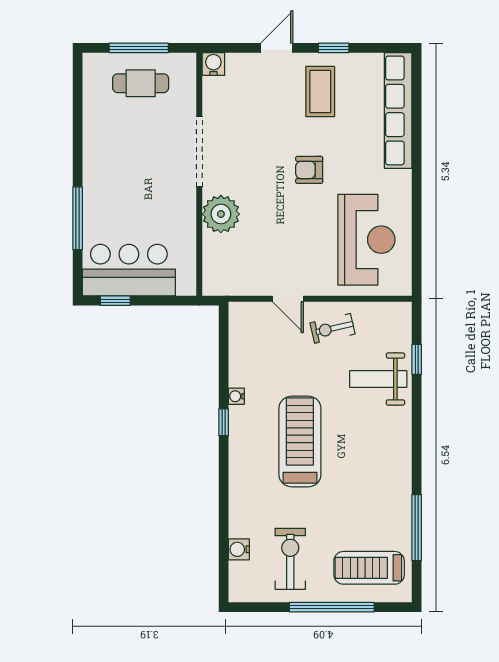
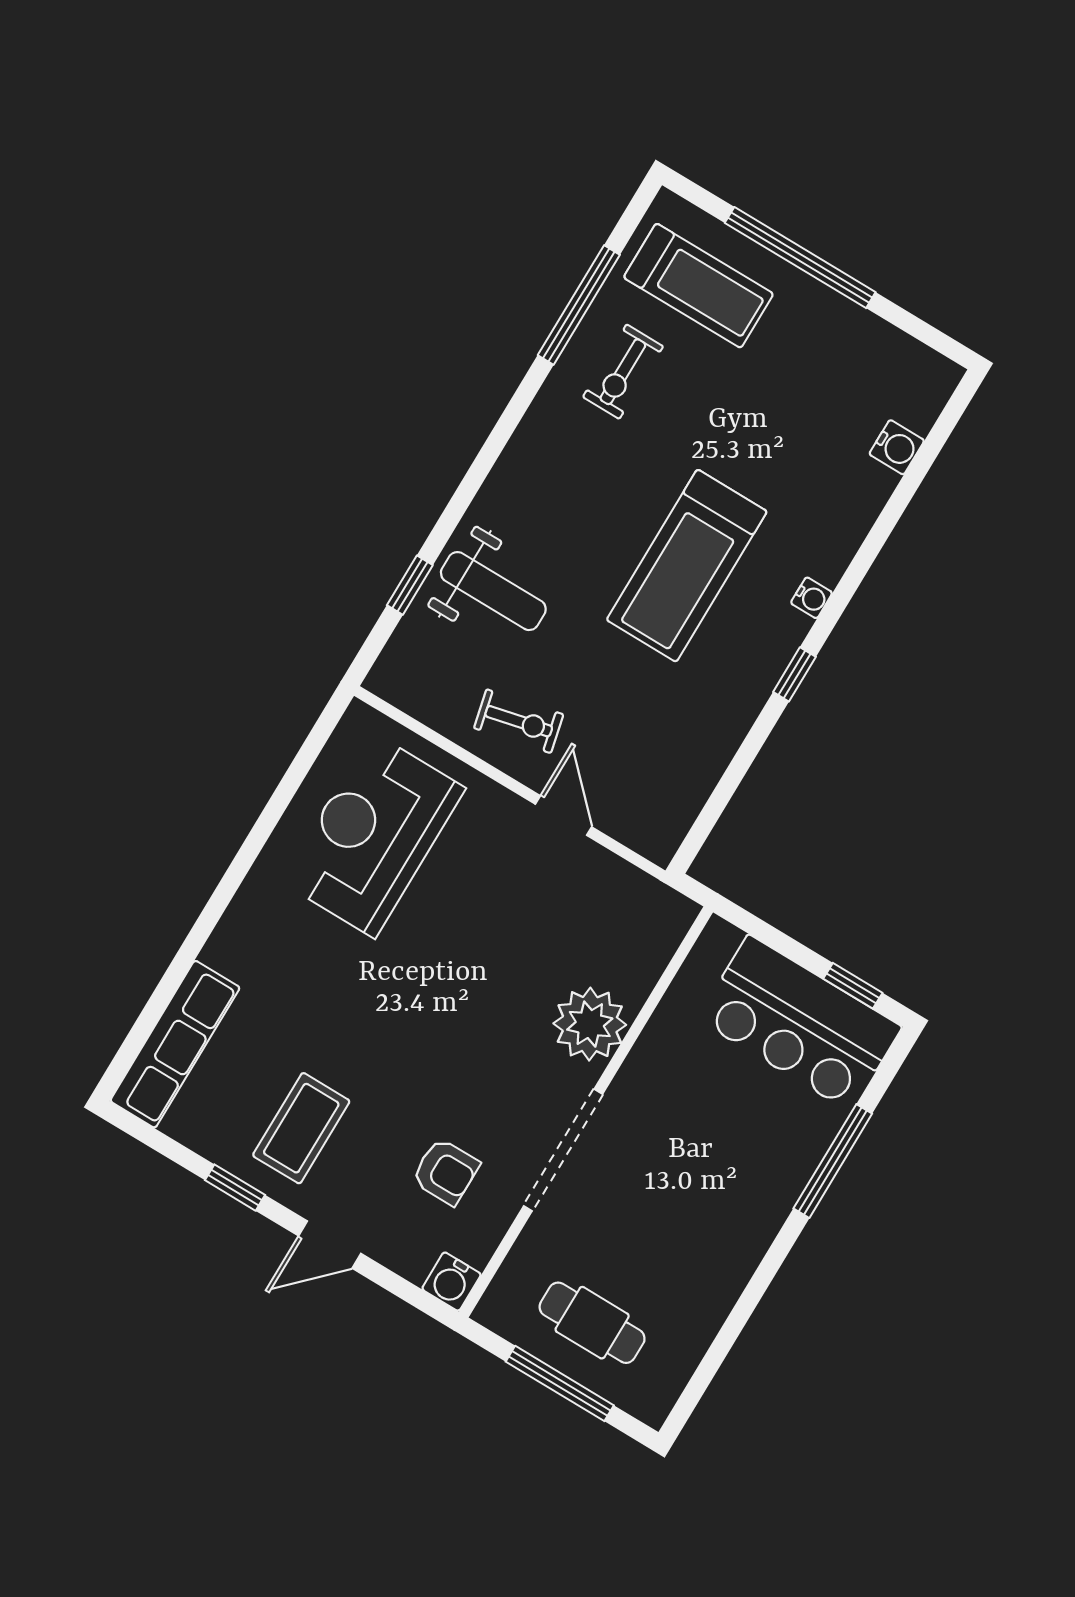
row of seats: (398, 110) -> (175, 1044), width x0.73
armchair: (309, 170) -> (446, 1172), moved
water cooler: (236, 396) -> (812, 598), moved
exercise bike: (290, 559) -> (623, 372), moved, width x0.73, depth x0.72

